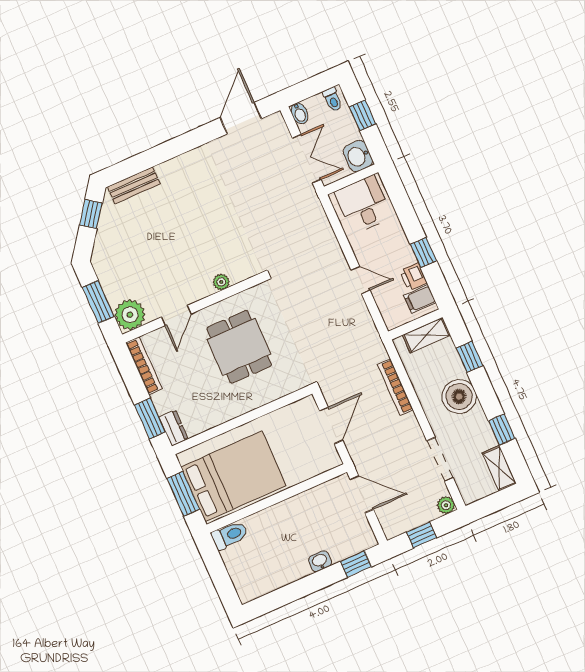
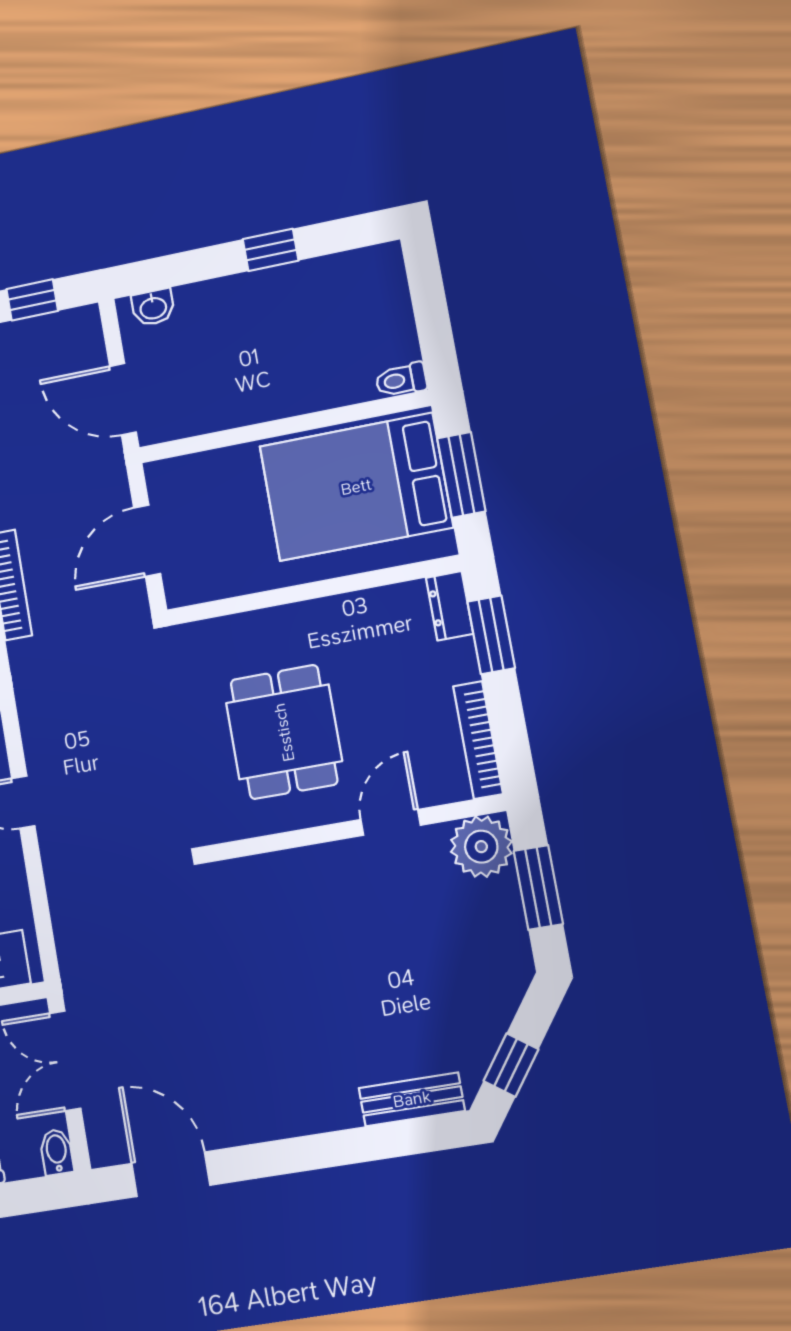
door: (241, 118) -> (171, 1174), swing flipped
plant: (221, 282) -> (287, 865), removed
toilet: (230, 535) -> (401, 380), width x0.73, depth x0.72
washbasin: (320, 561) -> (153, 307), moved
window: (356, 564) -> (271, 250), moved

